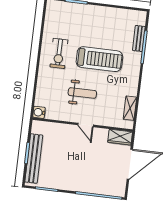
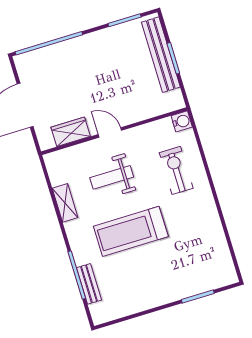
exercise bike: (59, 53) -> (176, 170), moved
weight bench: (82, 93) -> (112, 177), moved
shelving: (130, 108) -> (65, 203), moved
wardrobe: (120, 137) -> (71, 132), moved

